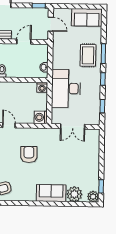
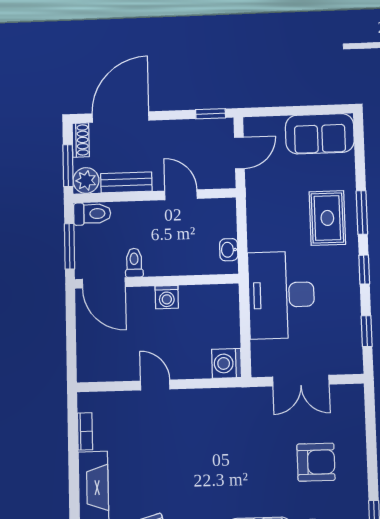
door: (51, 24) -> (239, 153), hinge flipped
door: (24, 42) -> (181, 195), hinge flipped
washing machine: (42, 87) -> (167, 297), moved
armchair: (29, 155) -> (316, 462), moved, turned 91

